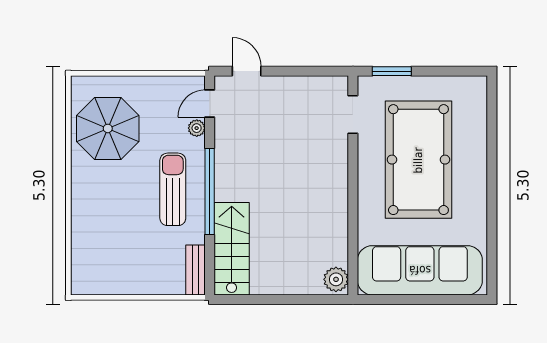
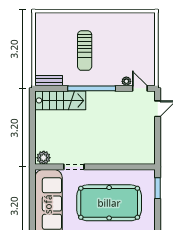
doorway: (353, 114) -> (74, 167), moved
parasol: (108, 128) -> (126, 33), removed
sun lounger: (173, 189) -> (85, 51), moved, turned 90

